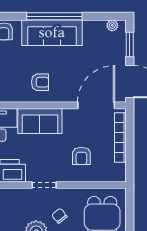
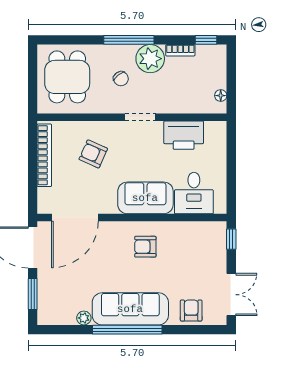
plant: (112, 25) -> (84, 318), moved
bookcase: (120, 137) -> (44, 155), moved
armchair: (81, 156) -> (93, 154), turned -66

